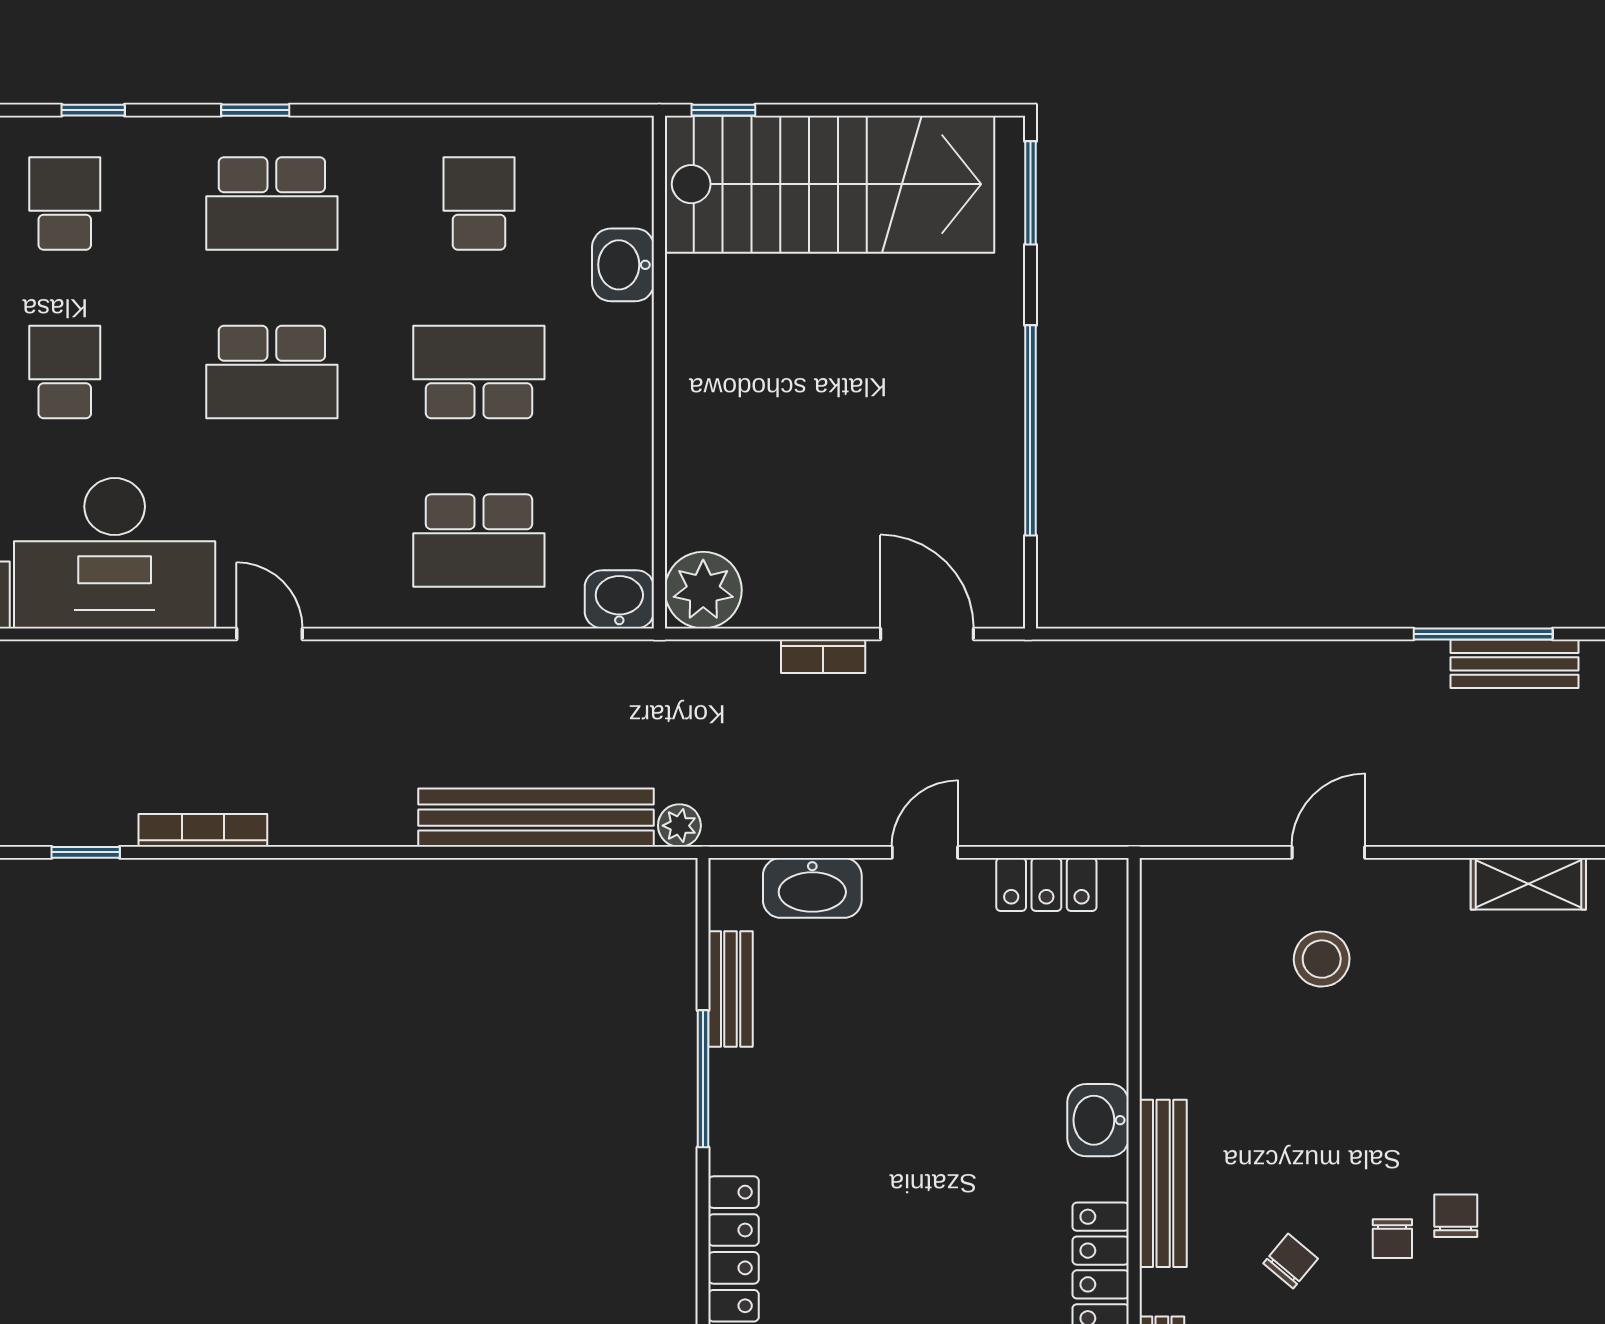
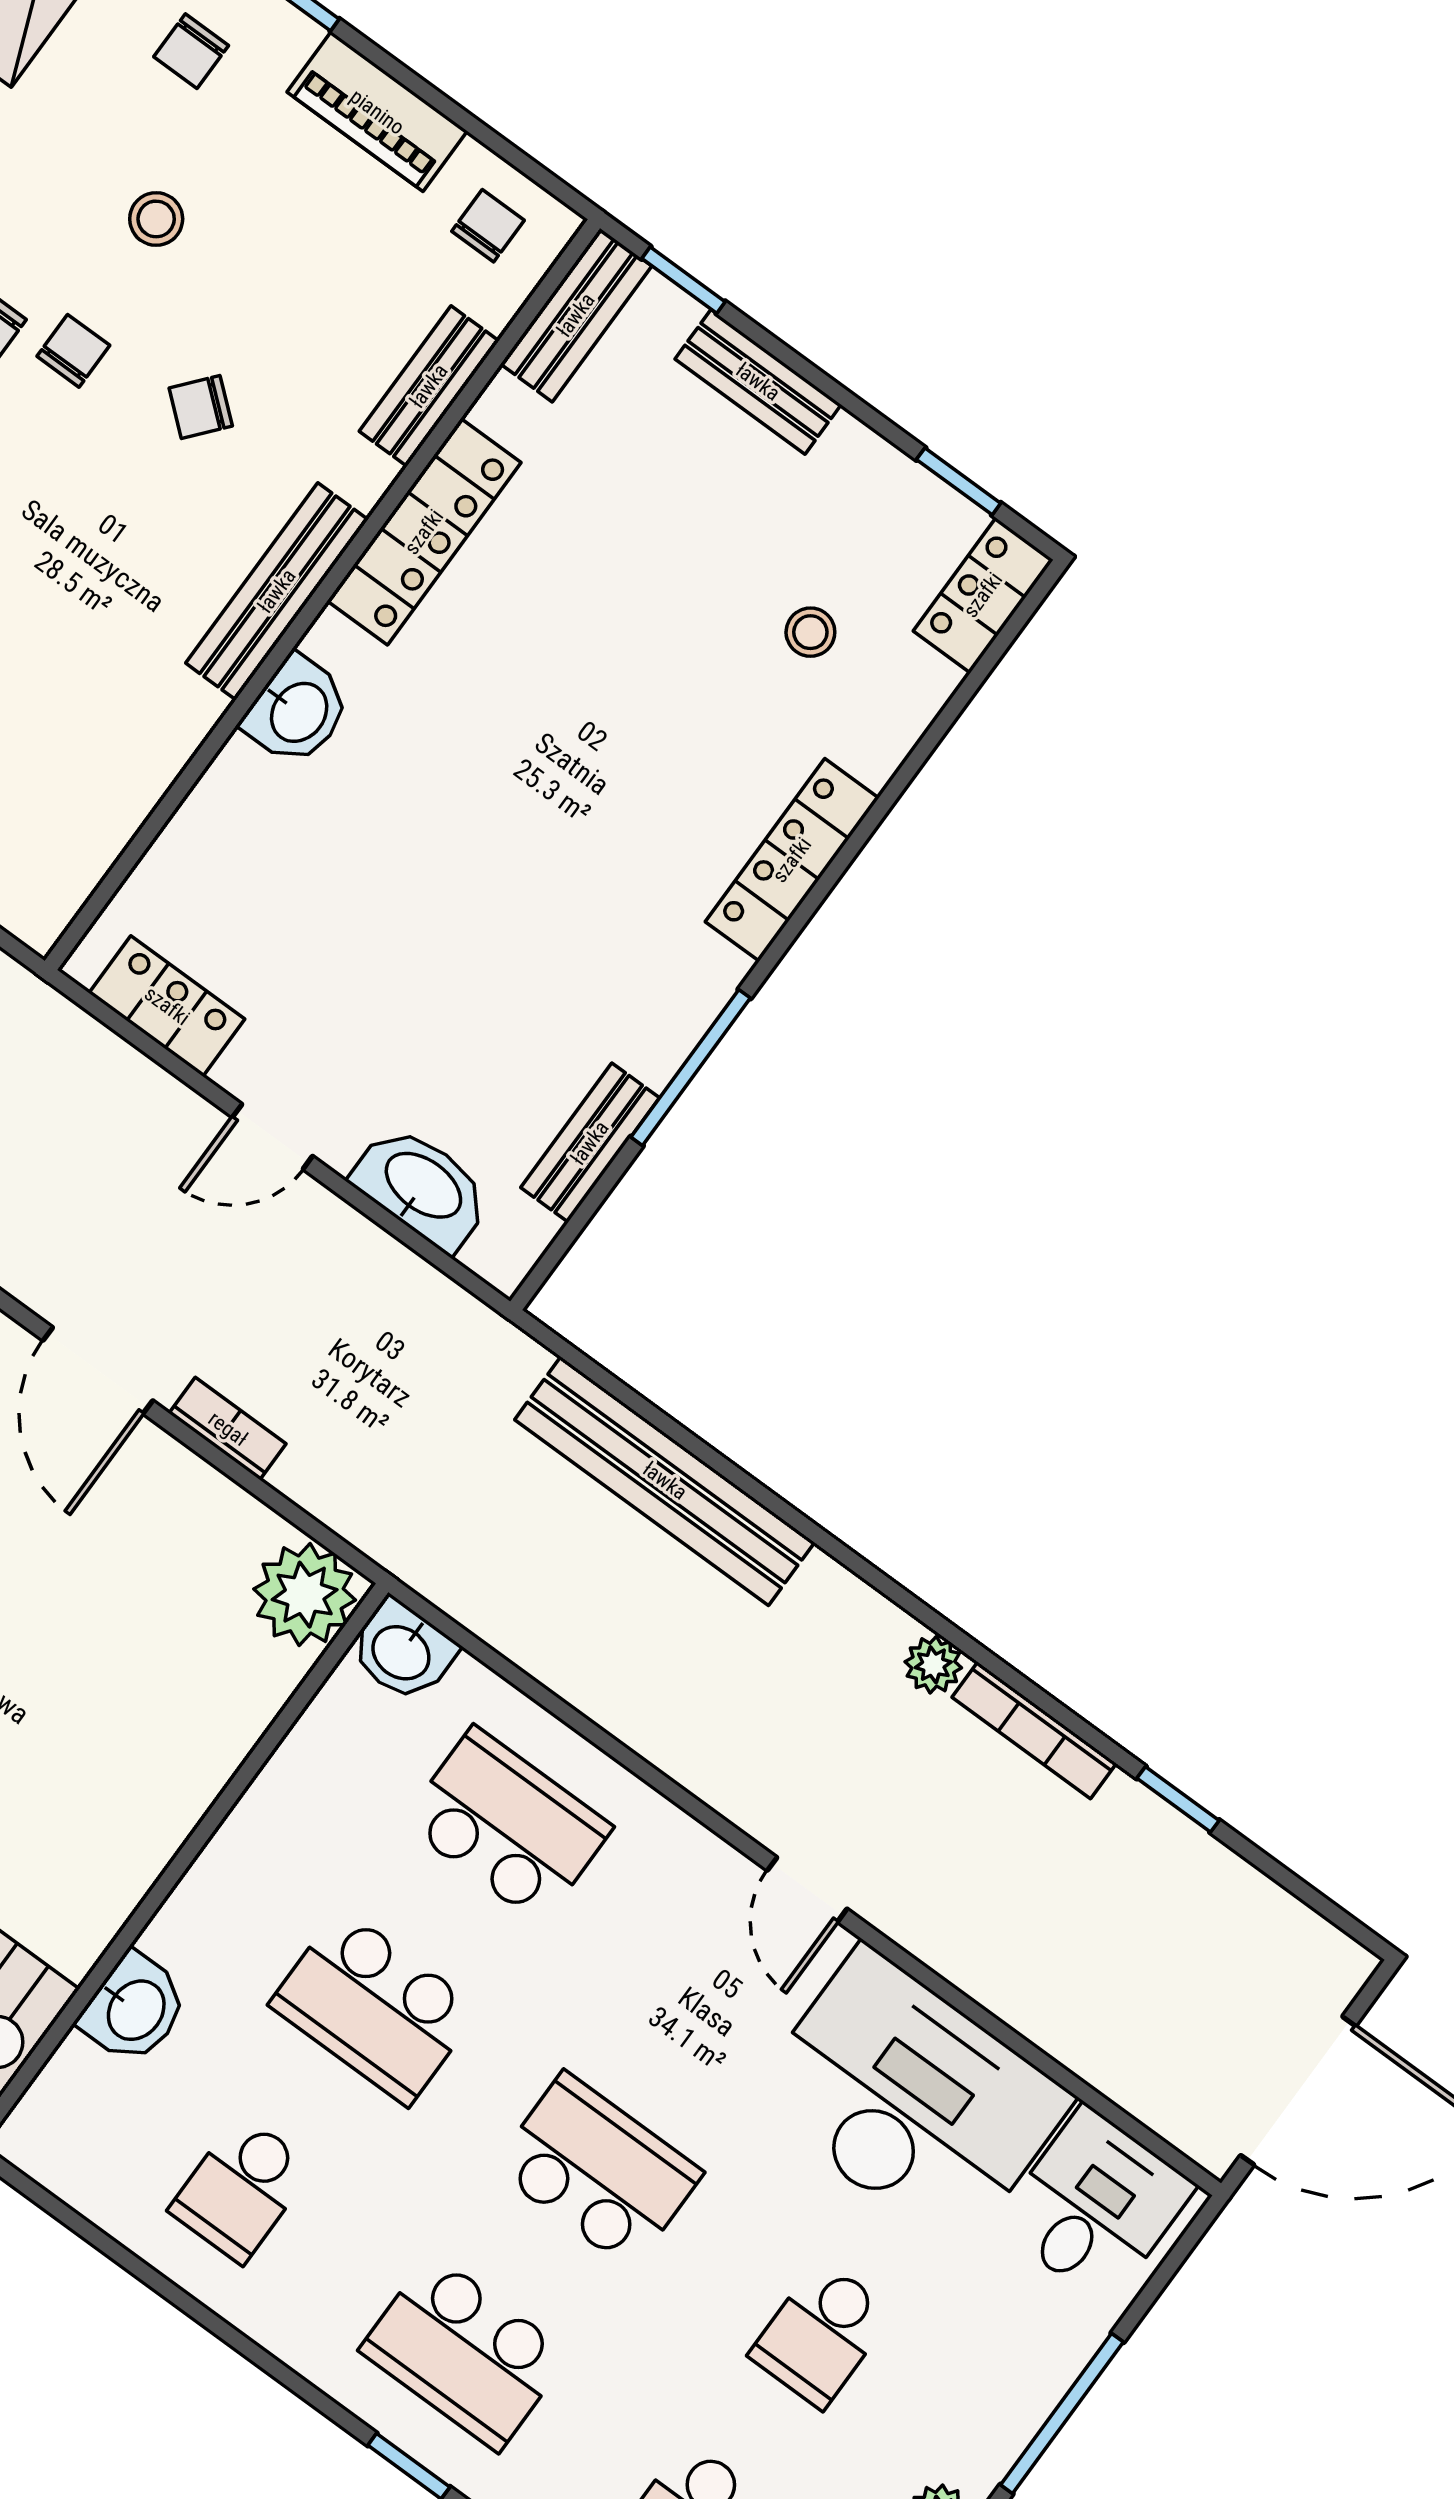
school desk: (272, 203) -> (465, 2352), turned 180
plant: (679, 826) -> (933, 1665), moved

